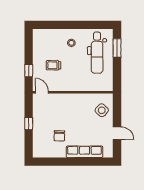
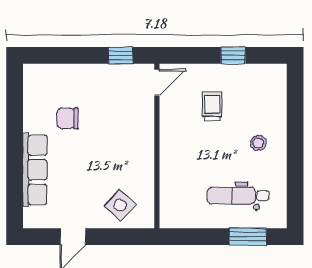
dental chair: (97, 53) -> (238, 196), width x0.73, depth x0.72
window: (29, 71) -> (233, 55), moved
window: (29, 124) -> (121, 55), moved

